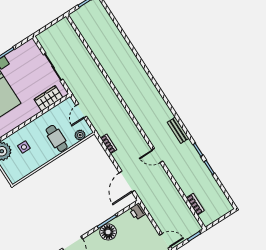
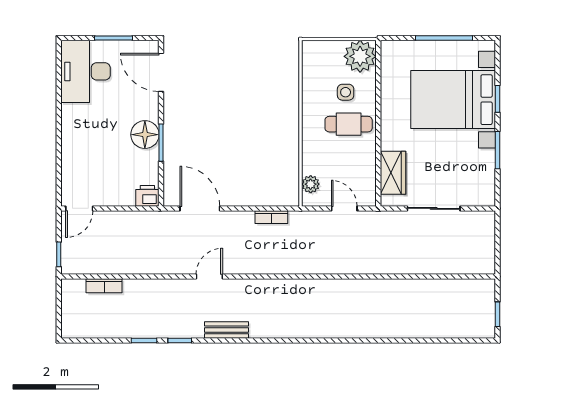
cafe table: (57, 138) -> (349, 124), moved

